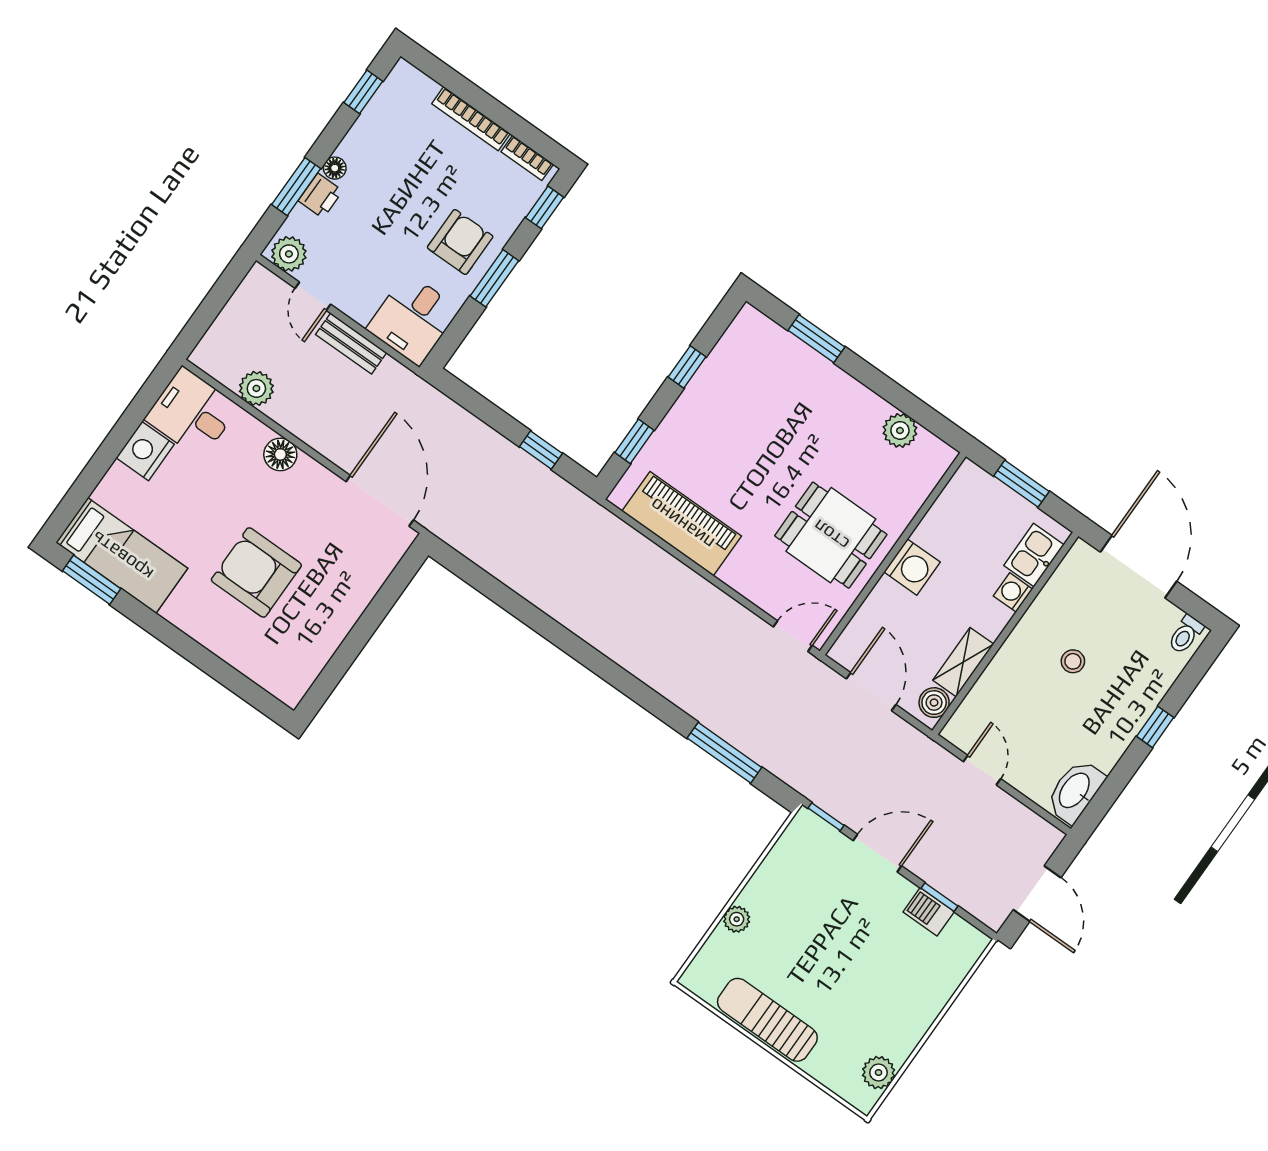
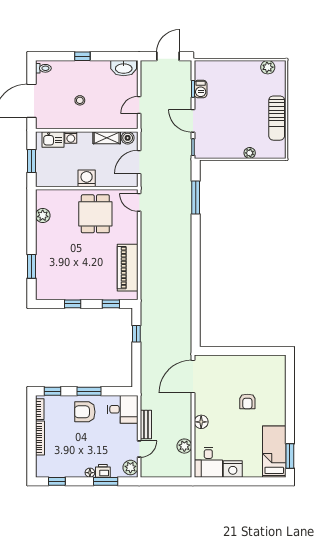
armchair: (256, 572) -> (247, 401), width x0.53, depth x0.53

